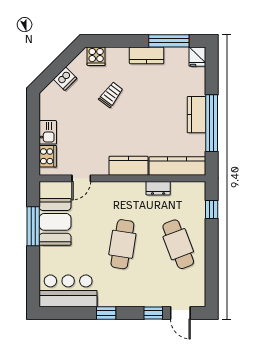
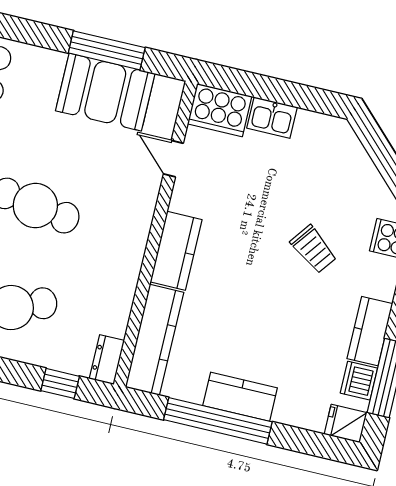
dishwasher: (65, 79) -> (359, 381), moved, turned 45
cooker: (48, 156) -> (220, 110), width x1.37, depth x1.31
dresser: (158, 188) -> (107, 360), moved

